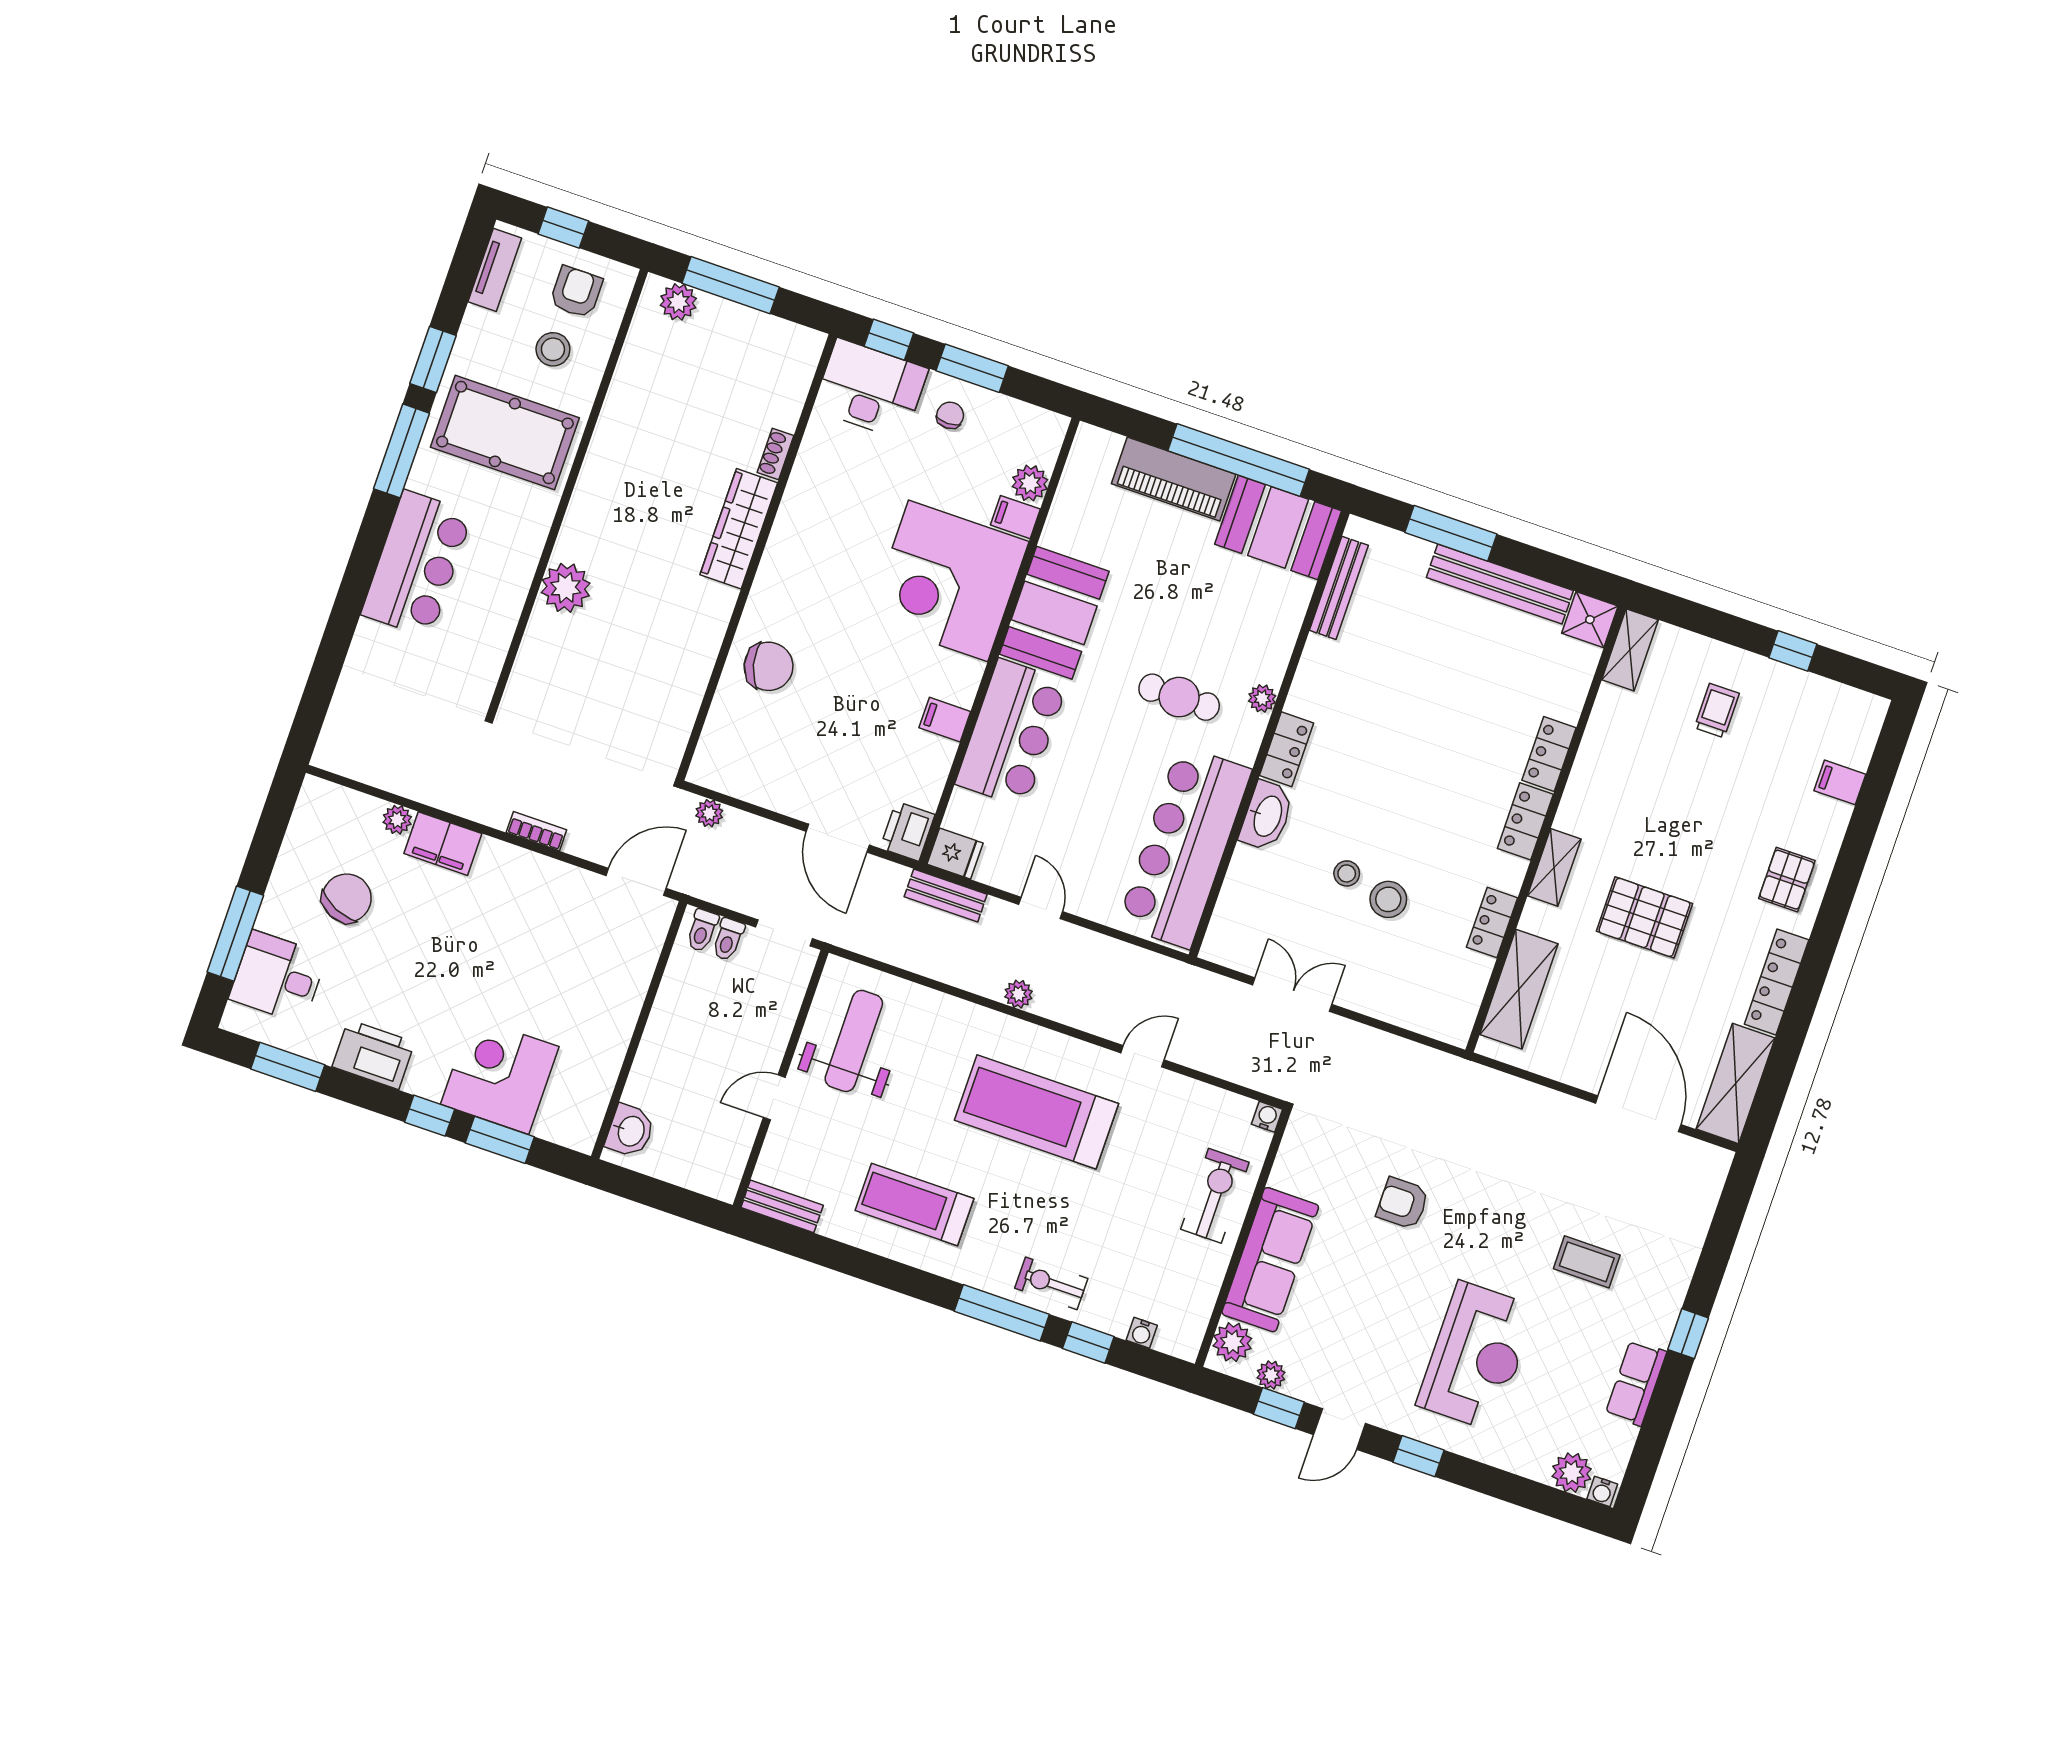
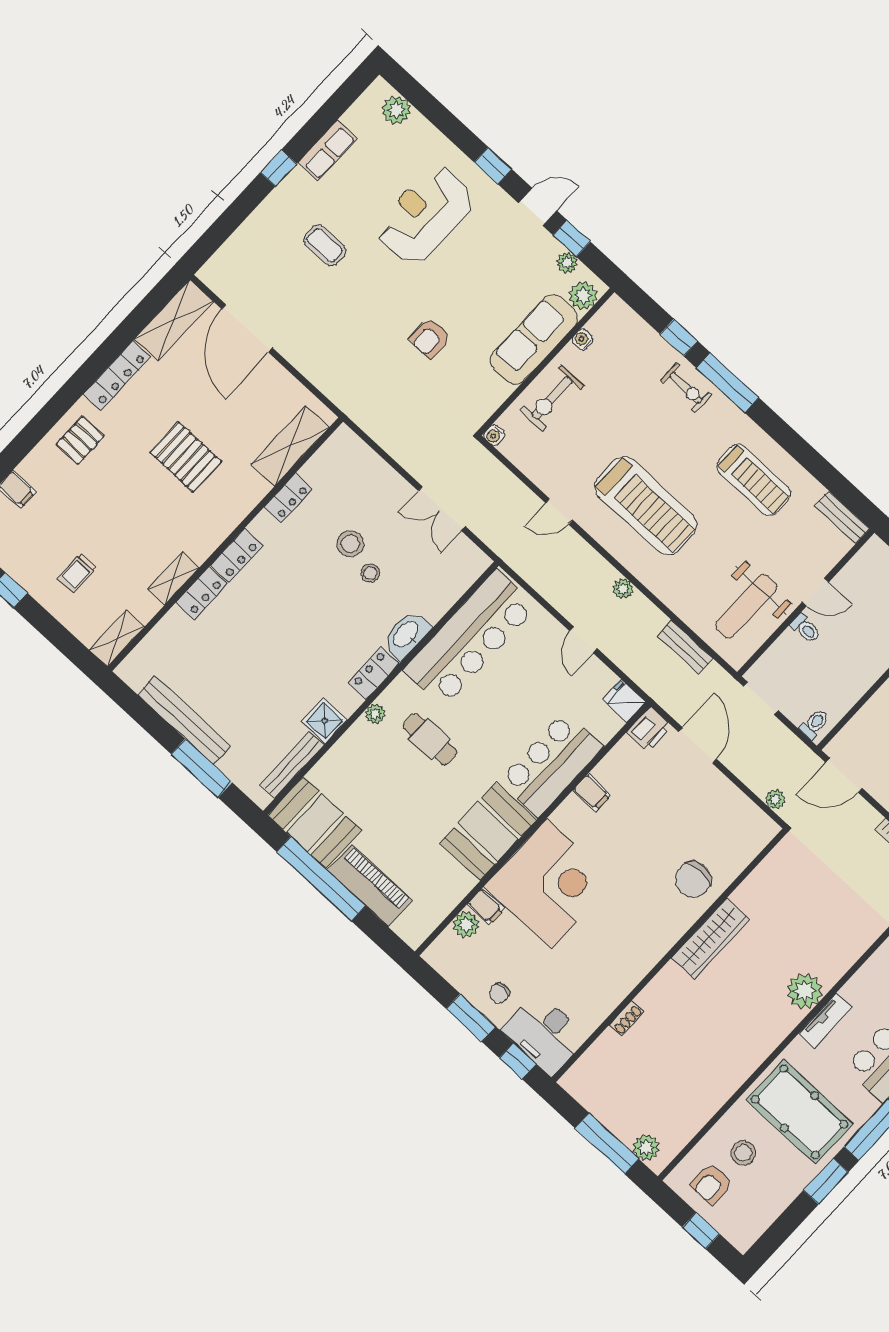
tv unit: (495, 270) -> (825, 1020), moved, turned 180
wardrobe: (739, 529) -> (711, 938), moved
shower: (1590, 620) -> (324, 721), moved
chair: (769, 666) -> (693, 880), turned -76
shelving: (1554, 867) -> (174, 578), moved
bench: (946, 896) -> (685, 647), moved
toilet: (728, 939) -> (806, 629), moved, turned 90
armchair: (1403, 1203) -> (430, 338), turned 90
water cooler: (1142, 1333) -> (583, 340), moved, turned -90
water cooler: (1602, 1491) -> (382, 88), removed

